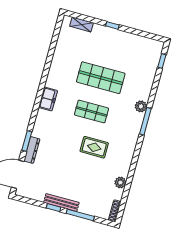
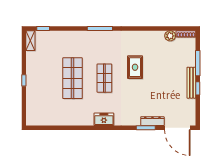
shelving: (82, 25) -> (30, 41), moved
plant: (141, 106) -> (88, 36), removed
plant: (120, 182) -> (170, 36), moved

